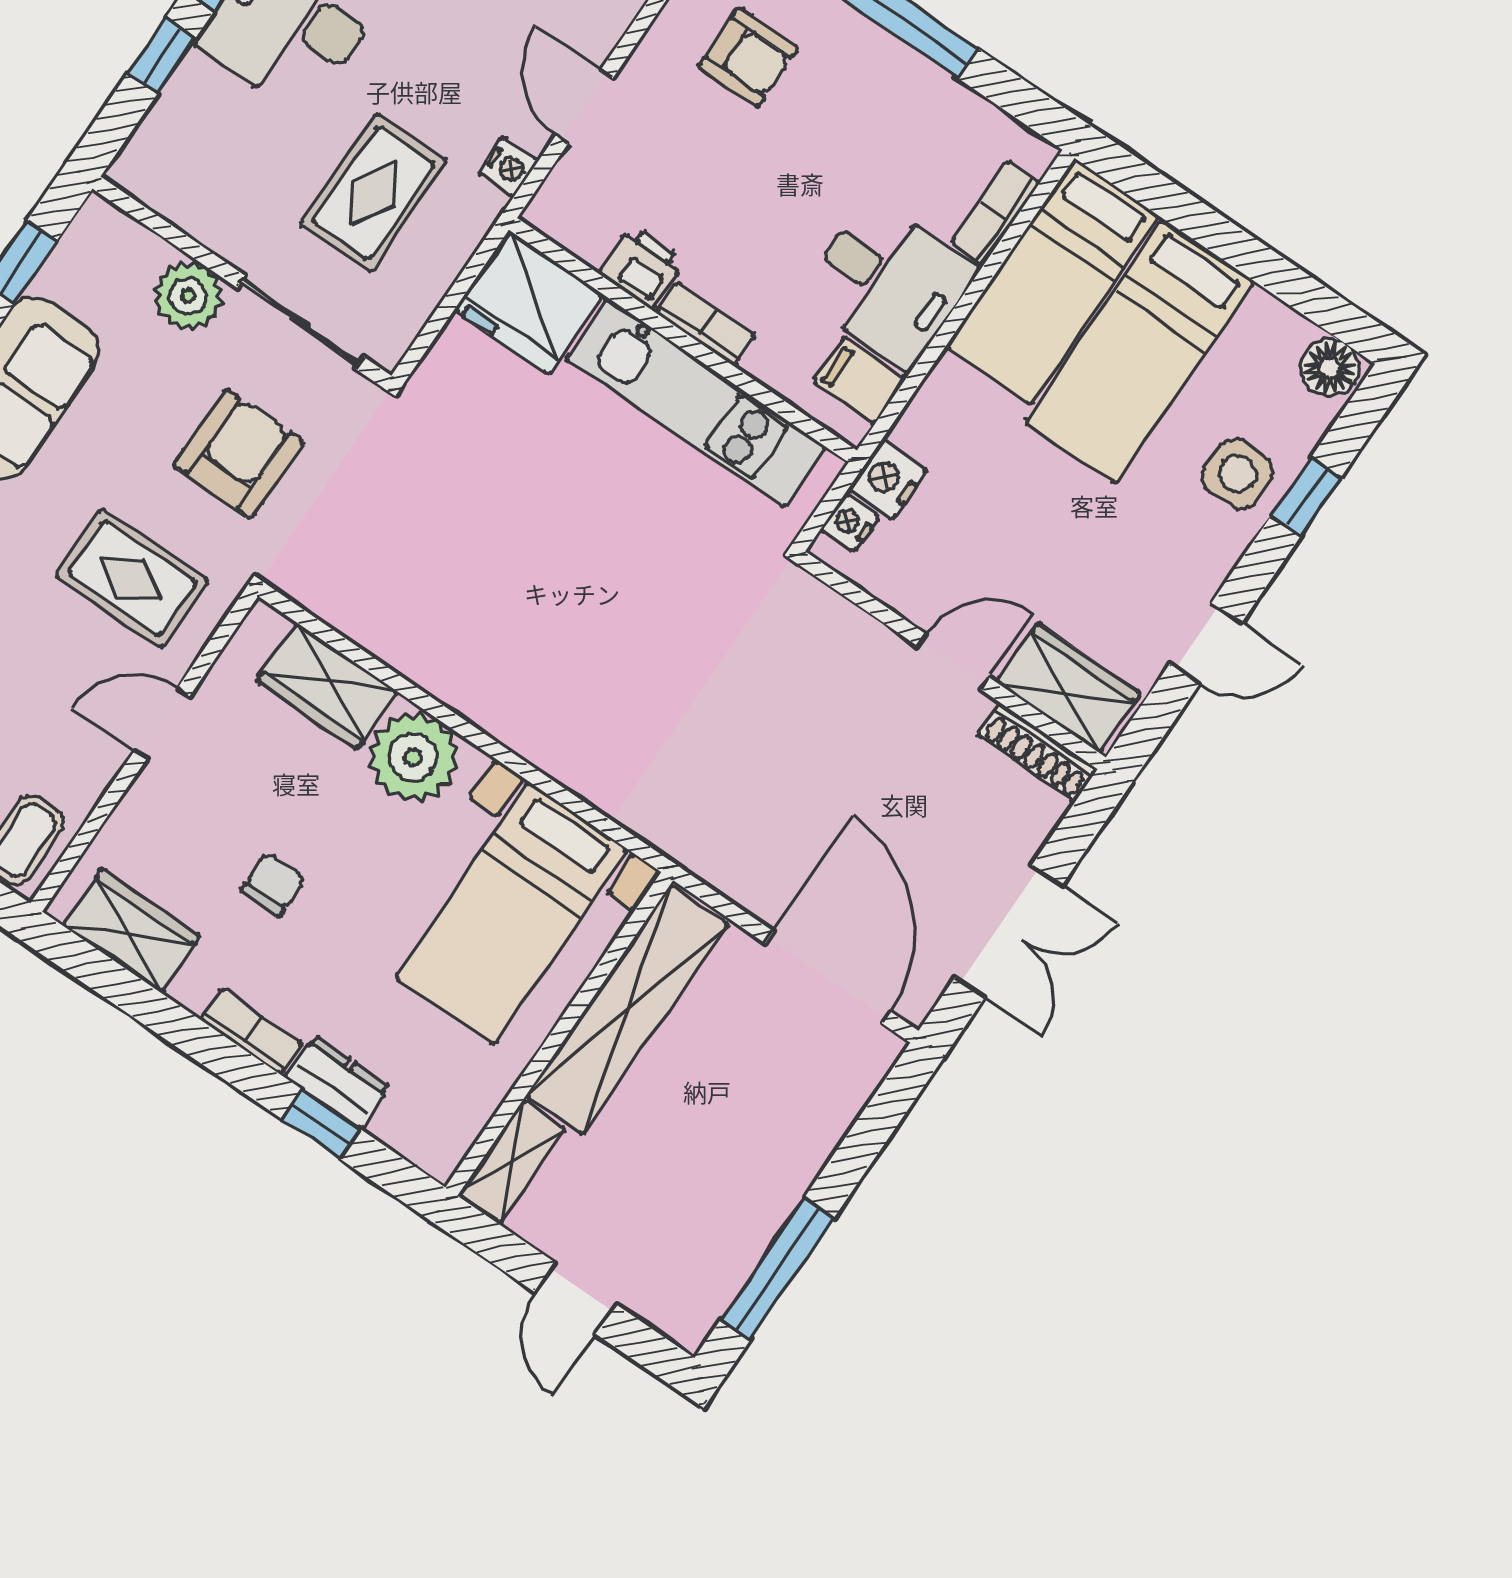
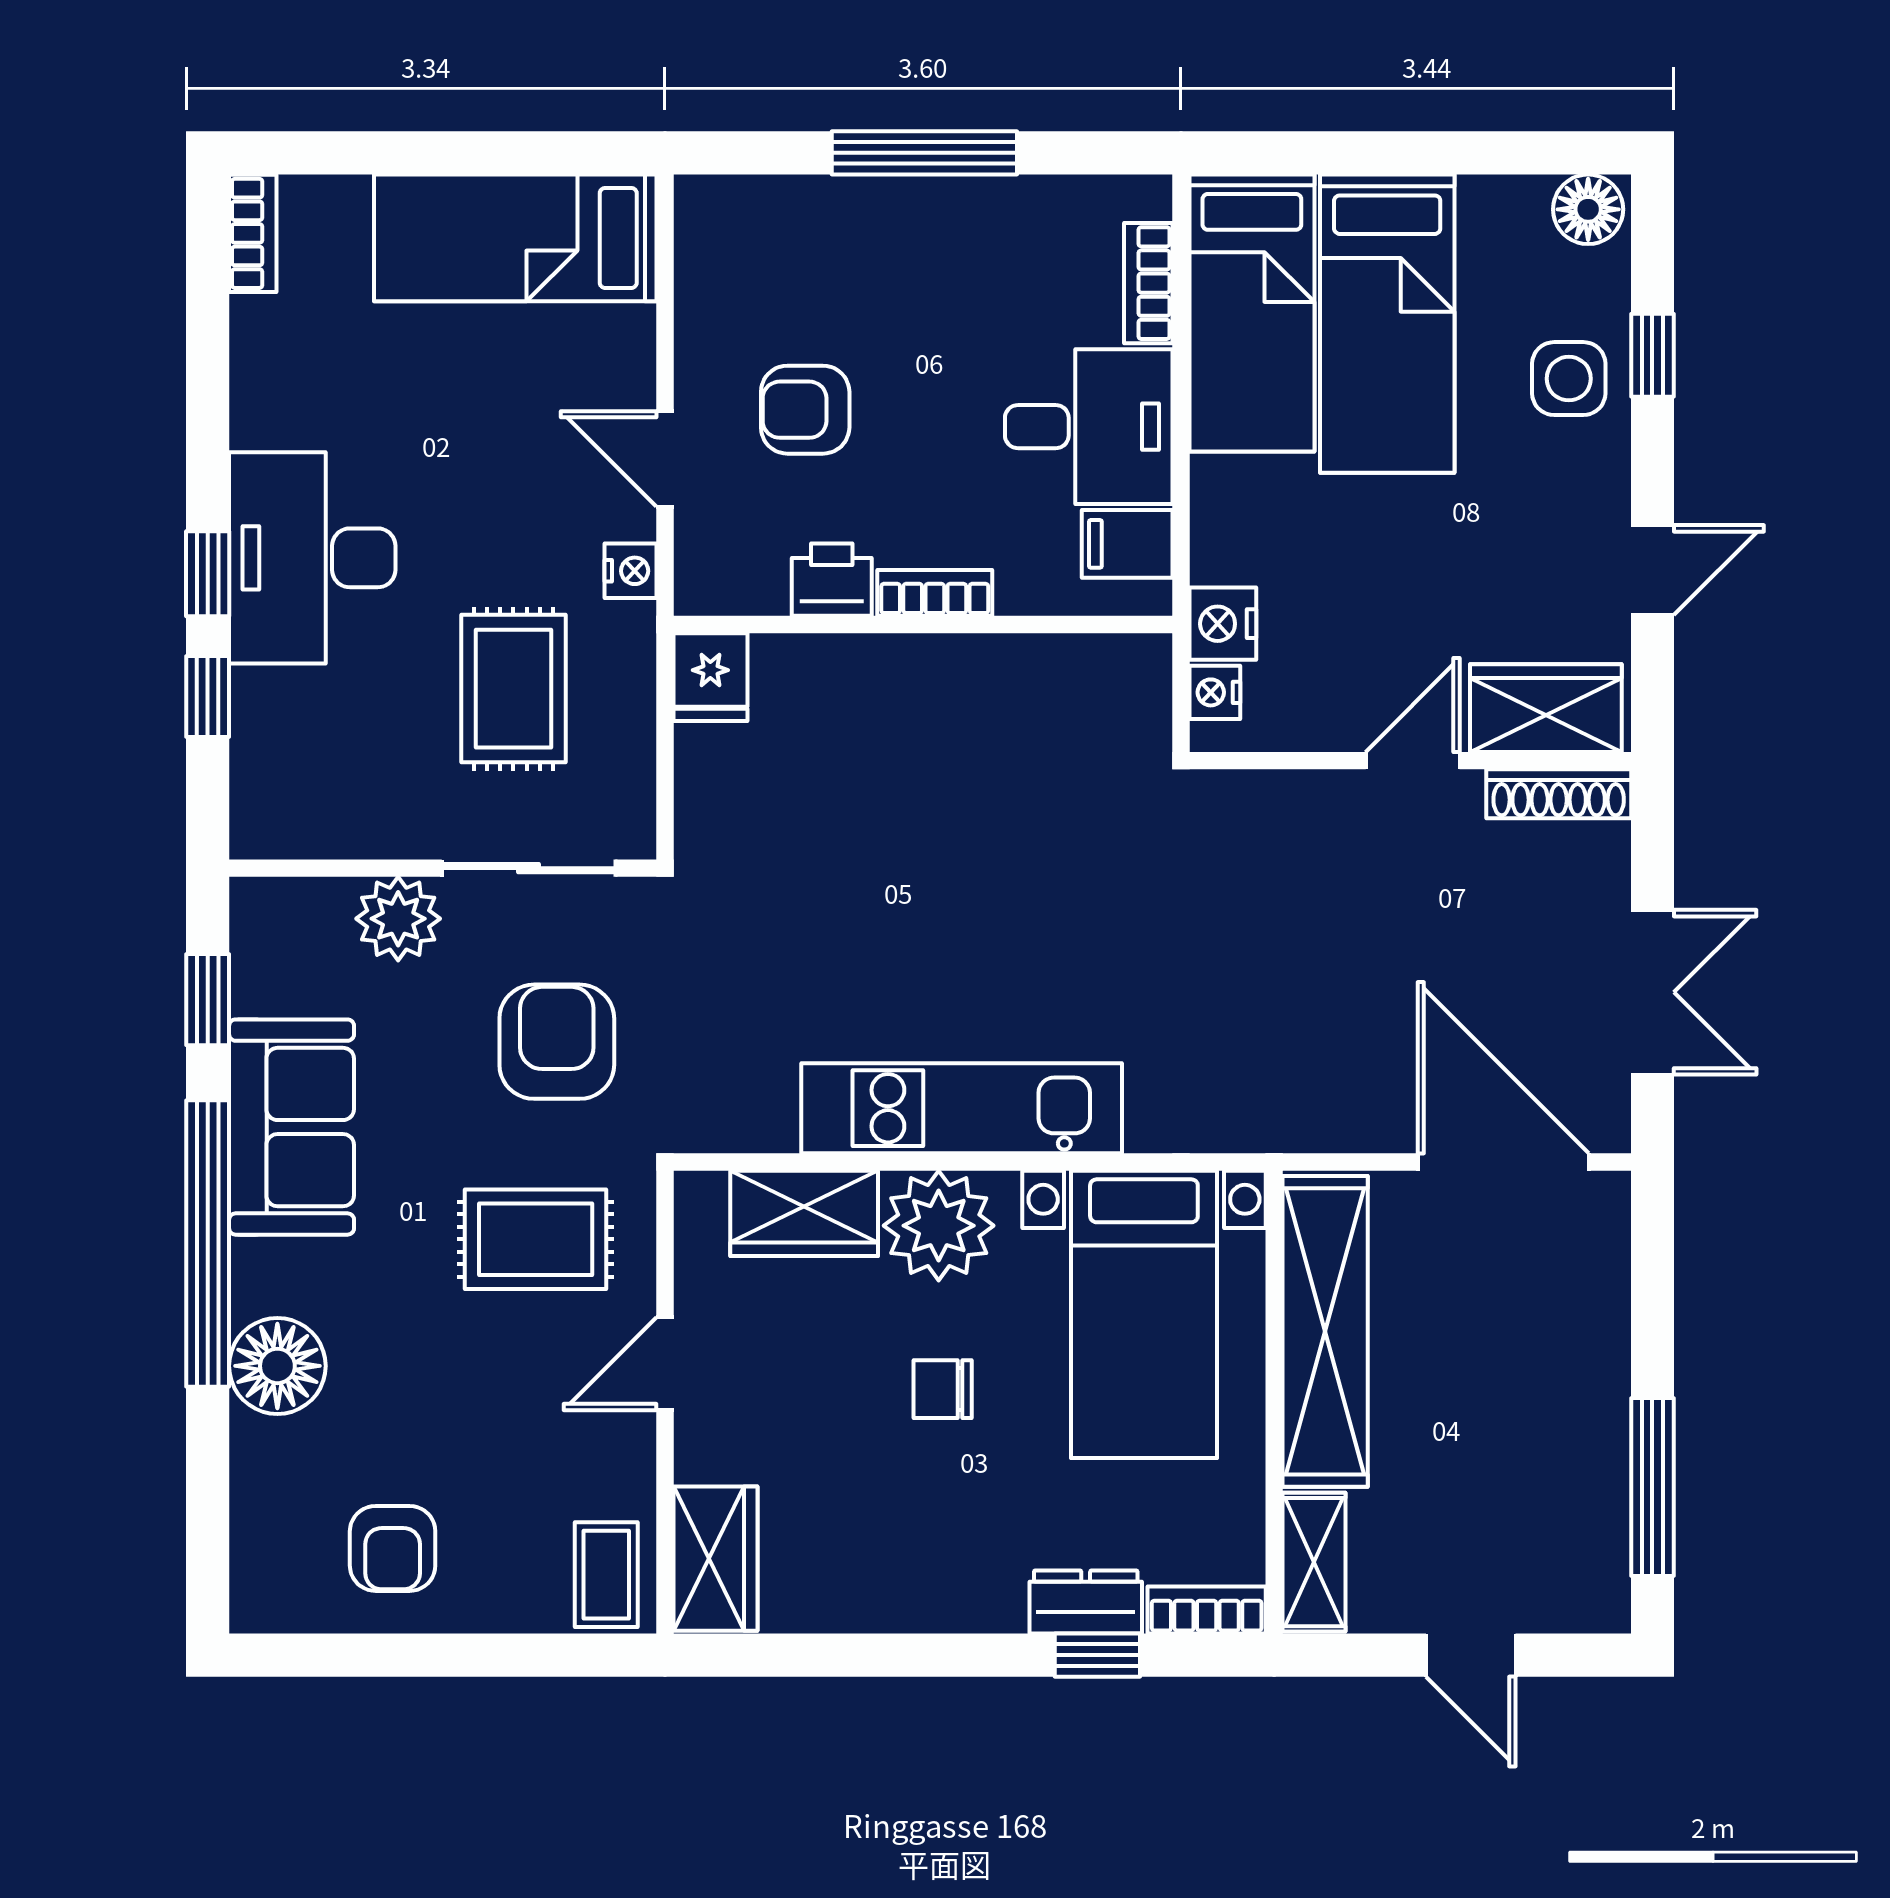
armchair: (748, 57) -> (805, 410), moved, turned 180
fridge: (529, 302) -> (710, 677), width x0.53, depth x0.75
kitchen unit: (696, 403) -> (962, 1108), moved, turned 180
chair: (273, 884) -> (943, 1389), moved, turned -90
wardrobe: (131, 931) -> (716, 1559), moved, turned 90
bookcase: (252, 1031) -> (1207, 1610), moved

